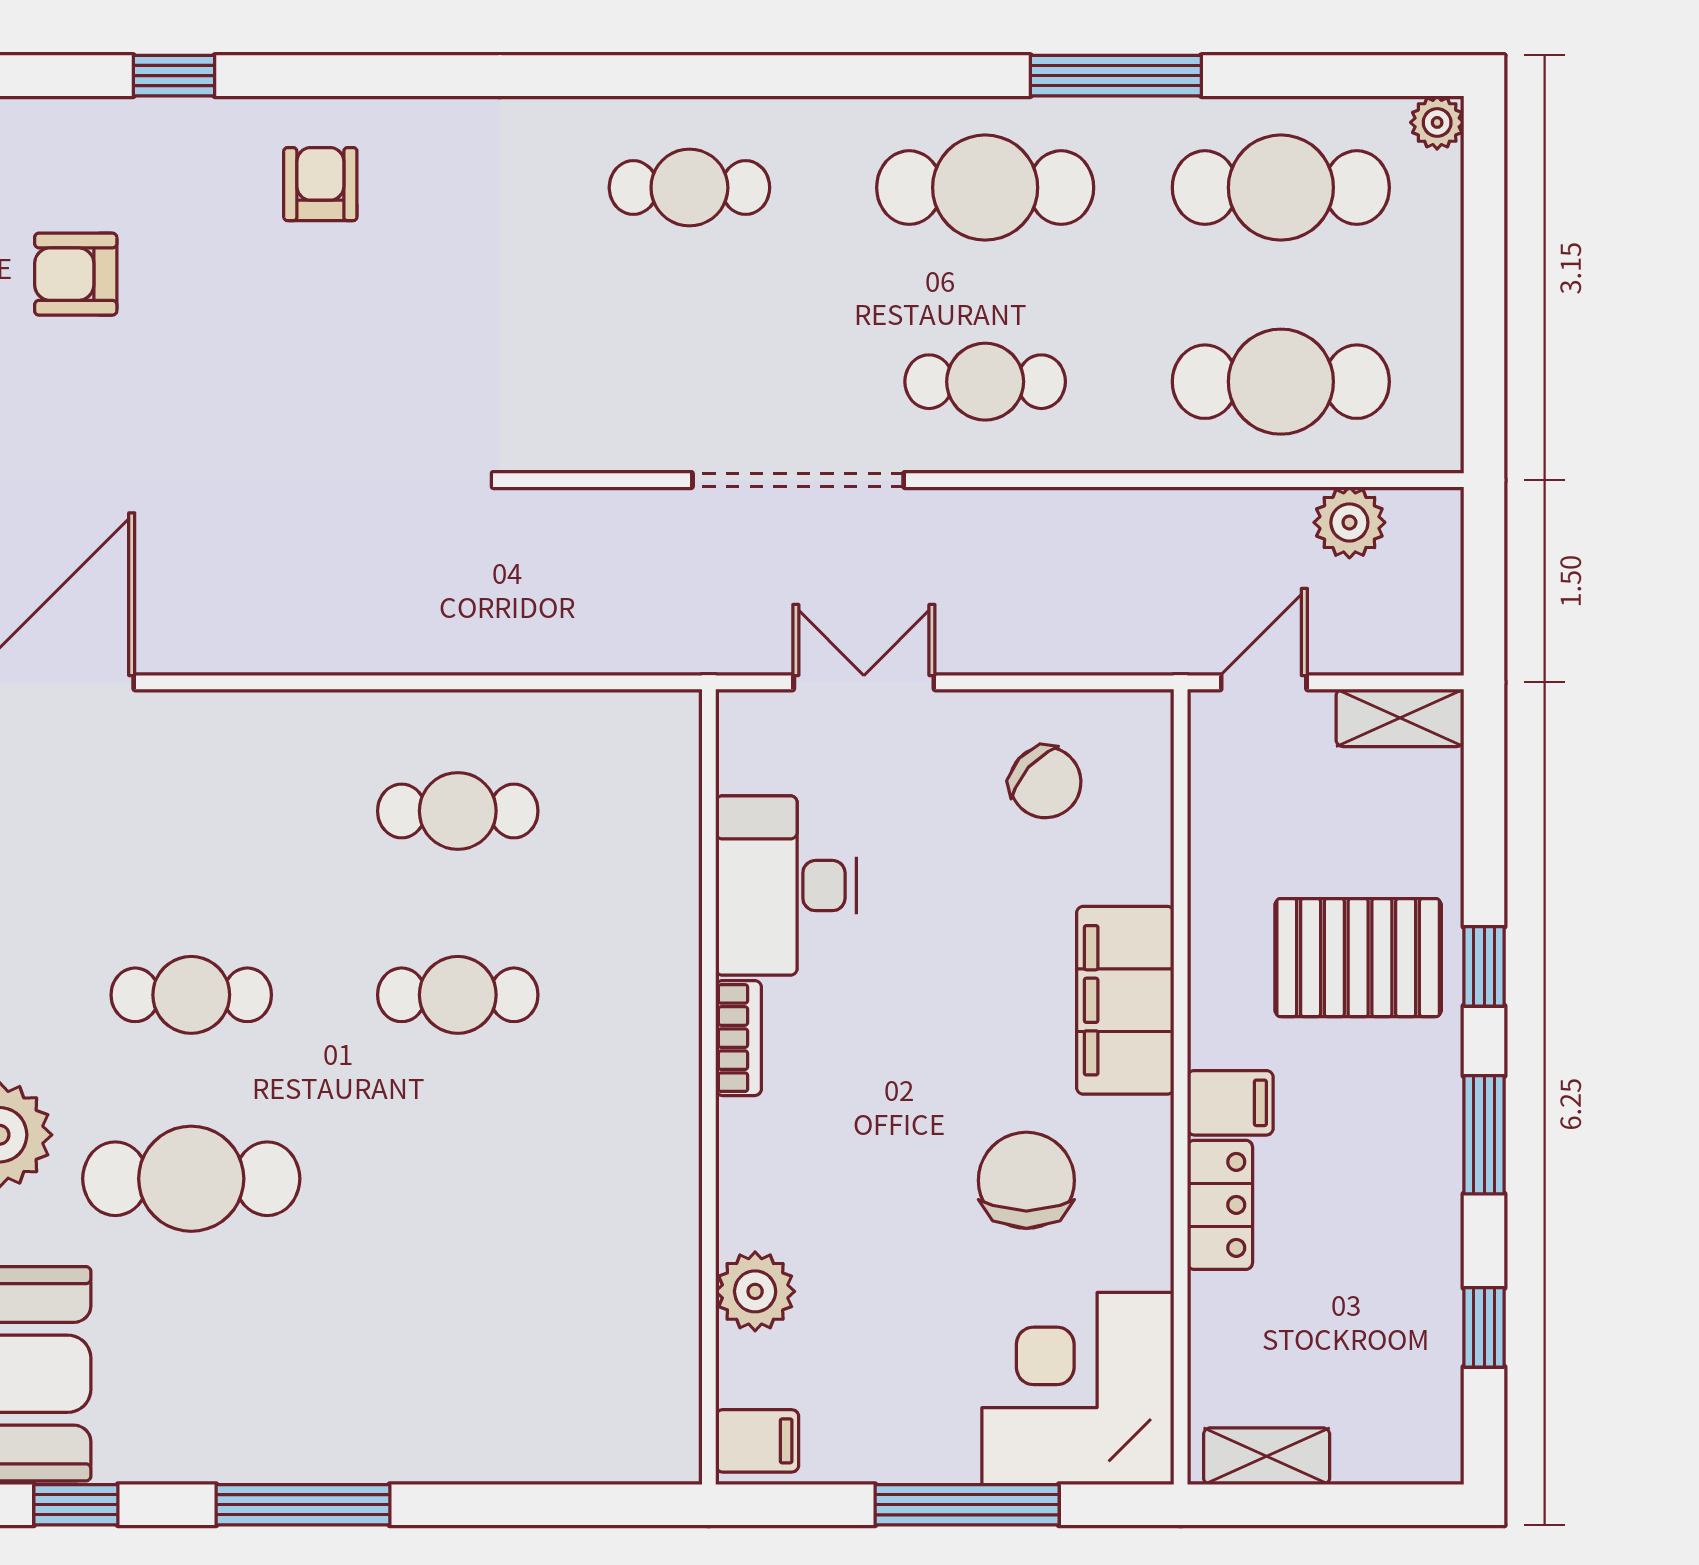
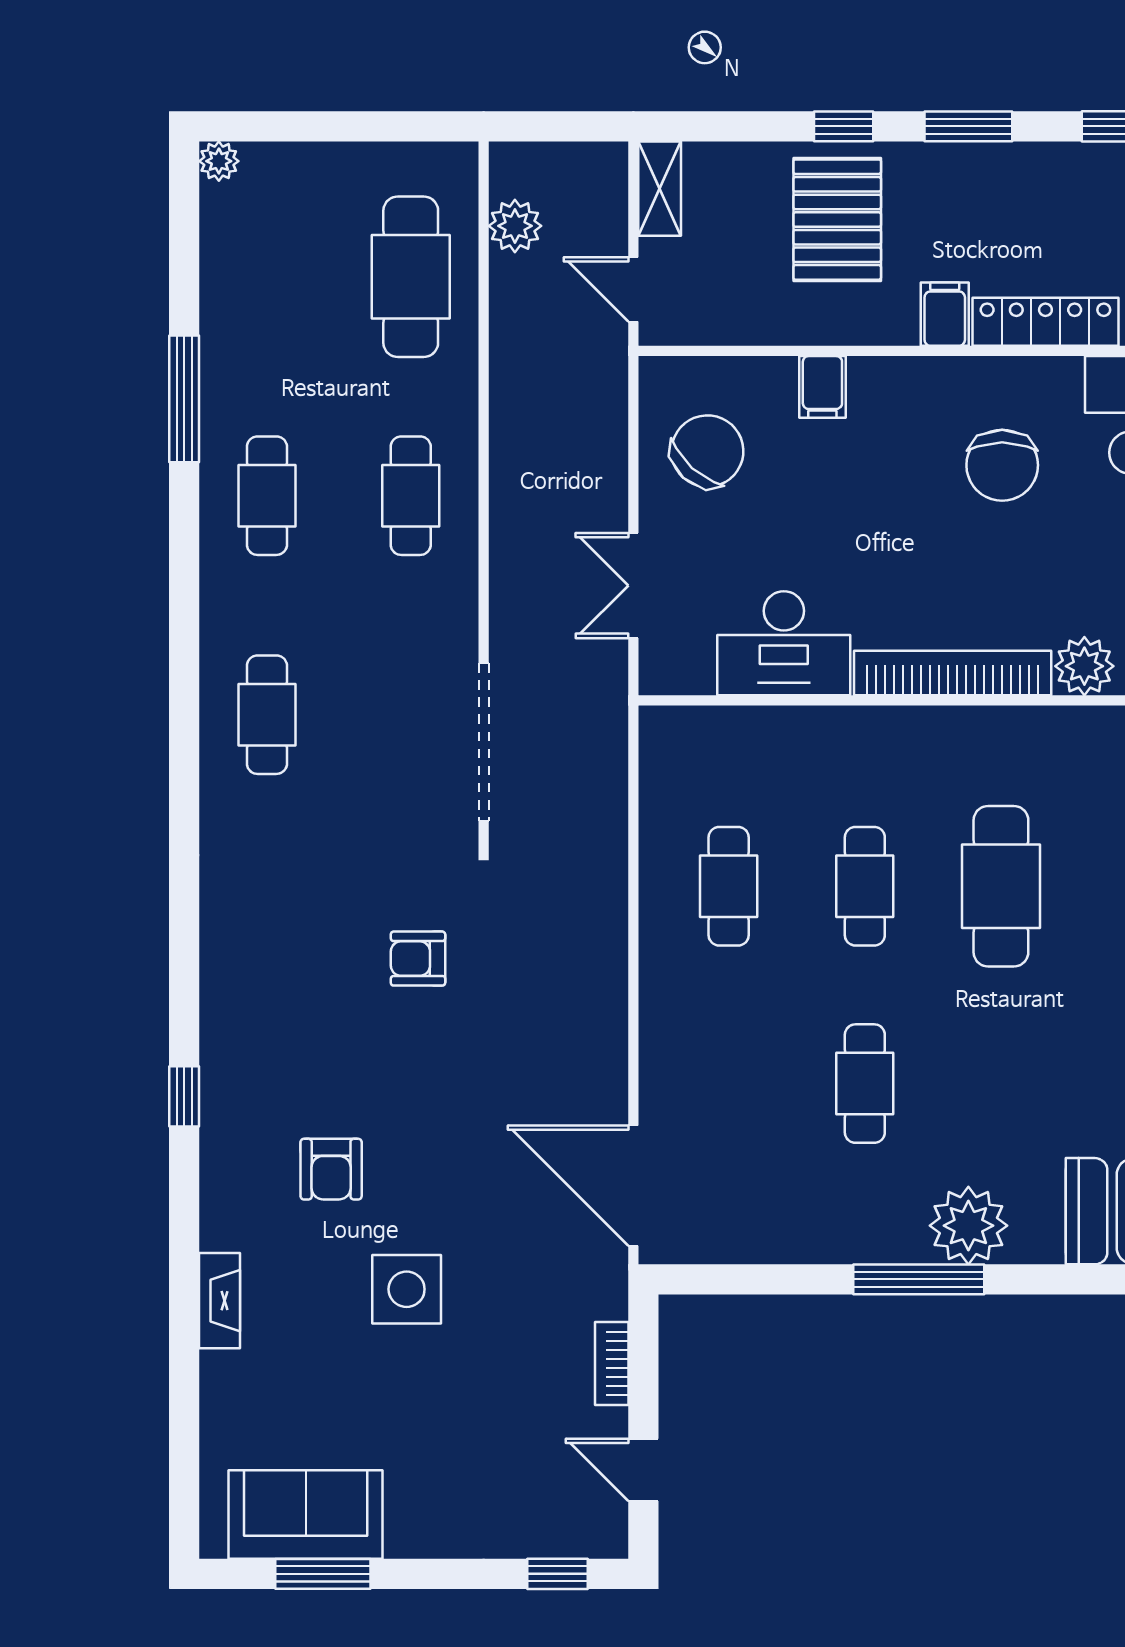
armchair: (320, 184) -> (418, 959), moved
cafe table: (985, 188) -> (267, 496), width x0.73, depth x0.74
cafe table: (1281, 188) -> (267, 277), removed
doorway: (798, 480) -> (484, 742), moved
chair: (1045, 782) -> (707, 451), width x1.37, depth x1.37
filing cabinet: (1125, 1000) -> (822, 387), width x0.33, depth x0.86
bookcase: (738, 1038) -> (953, 673), width x2.31, depth x1.31
cafe table: (191, 1179) -> (1001, 886), moved
chair: (1026, 1180) -> (1002, 465), turned -90
locker: (1220, 1205) -> (1045, 322), width x1.53

